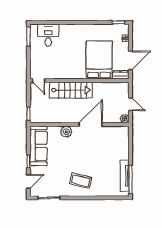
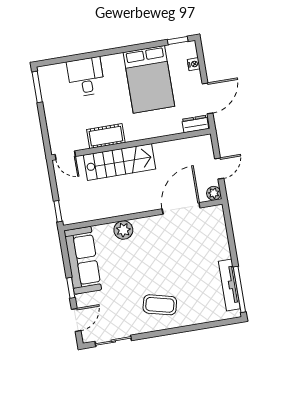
desk: (48, 35) -> (86, 77), moved
bed: (99, 60) -> (149, 79), moved, turned 180
cot: (65, 73) -> (106, 136), added
door: (130, 104) -> (219, 169), hinge flipped
door: (91, 124) -> (181, 208), moved

